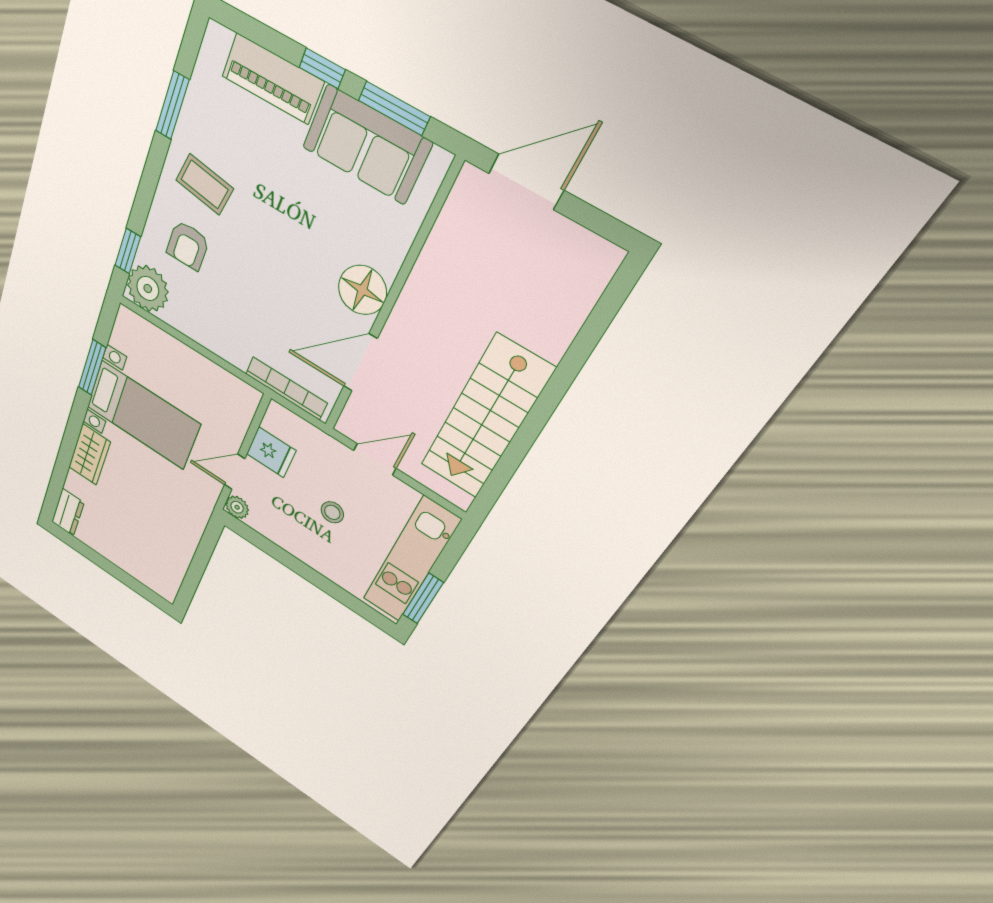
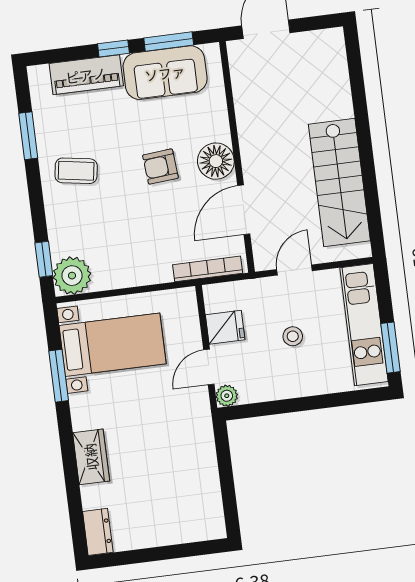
armchair: (188, 245) -> (160, 167), moved, turned 85
bed with nightstands: (143, 415) -> (113, 345), moved

